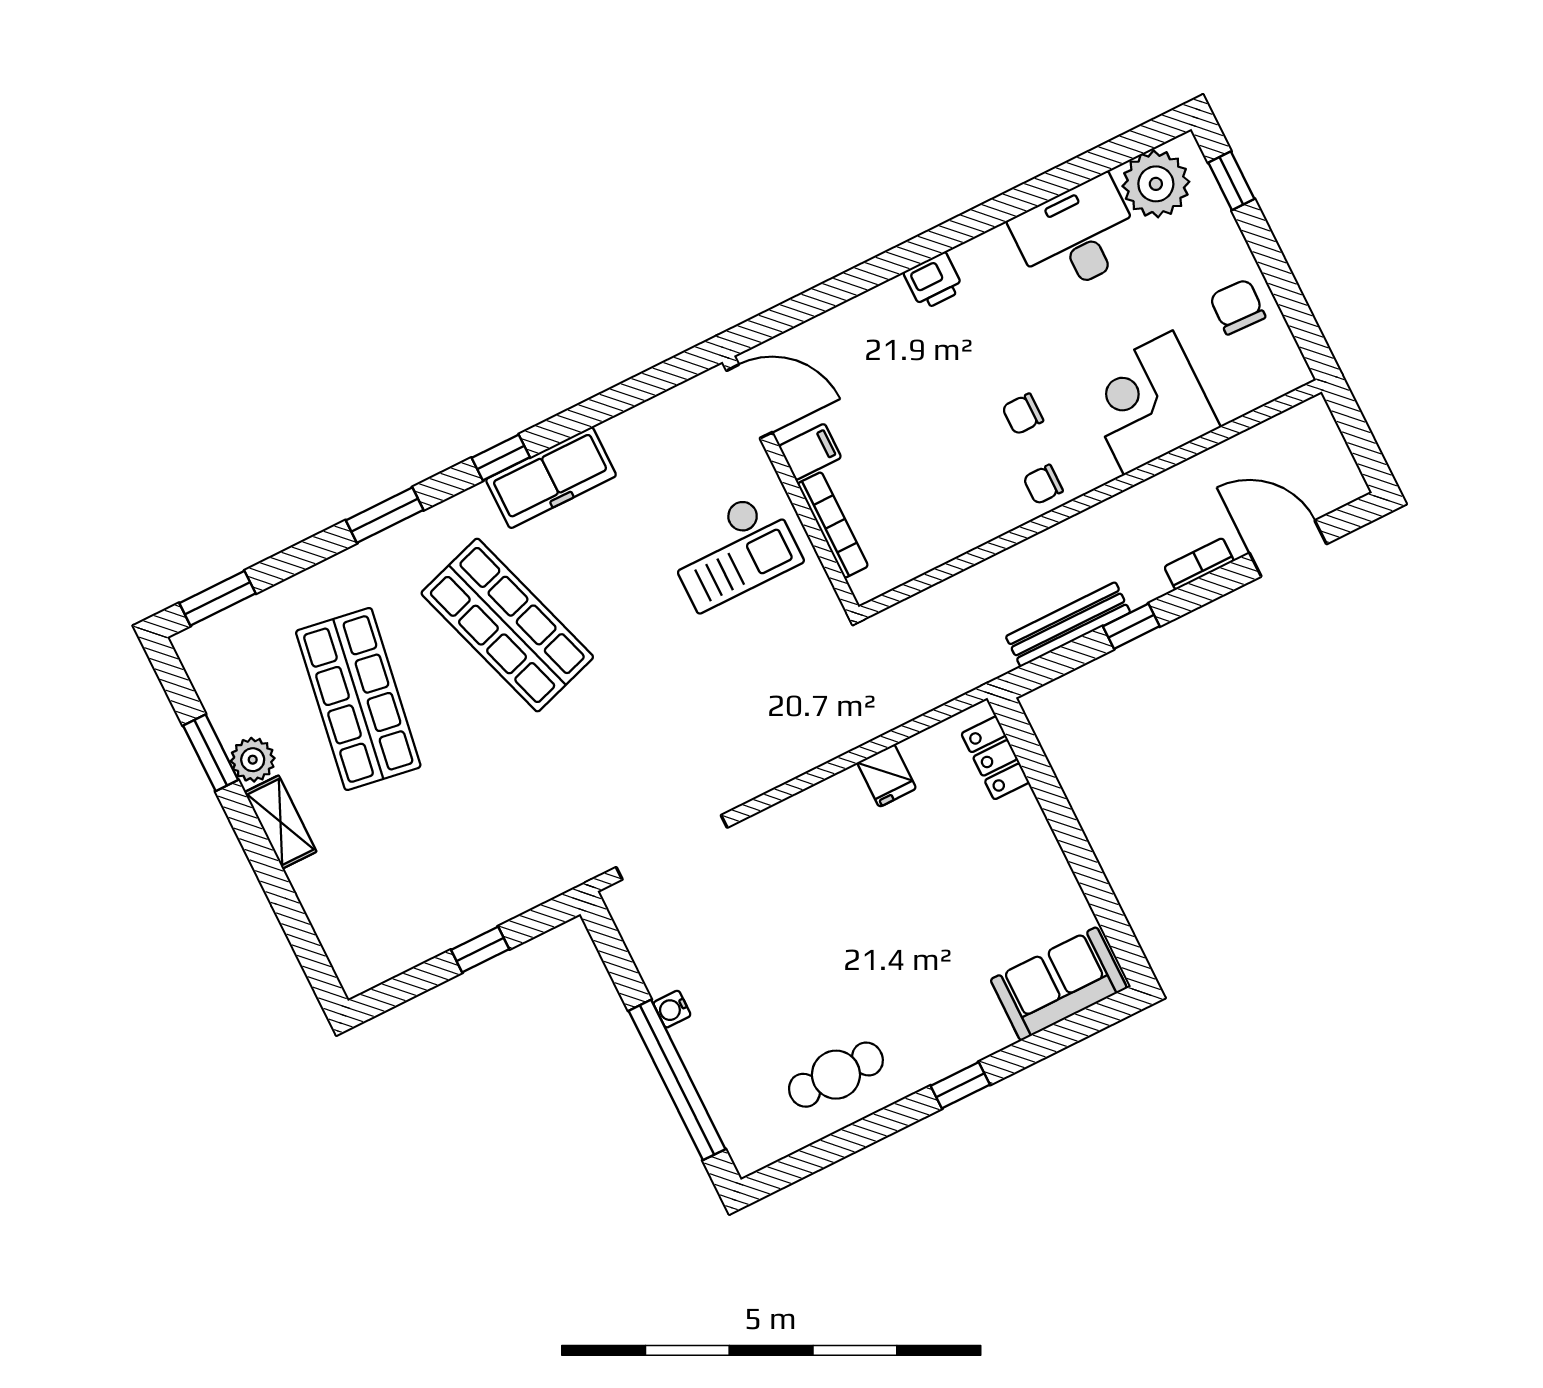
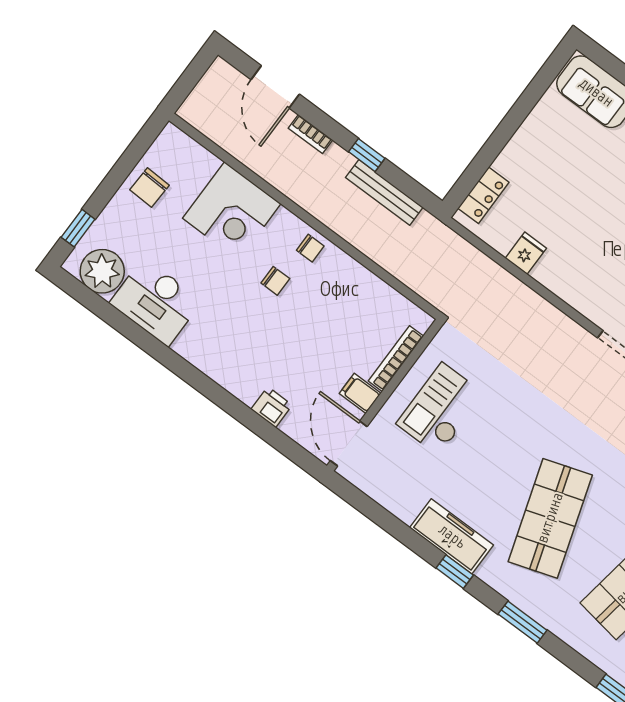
printer: (934, 281) -> (272, 407), moved
checkout: (733, 551) -> (440, 409), turned -90

